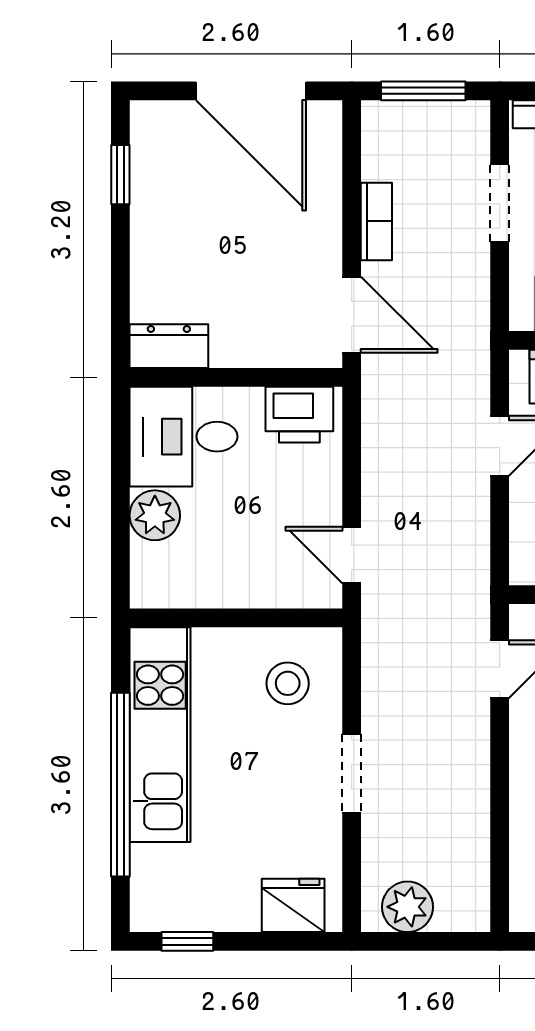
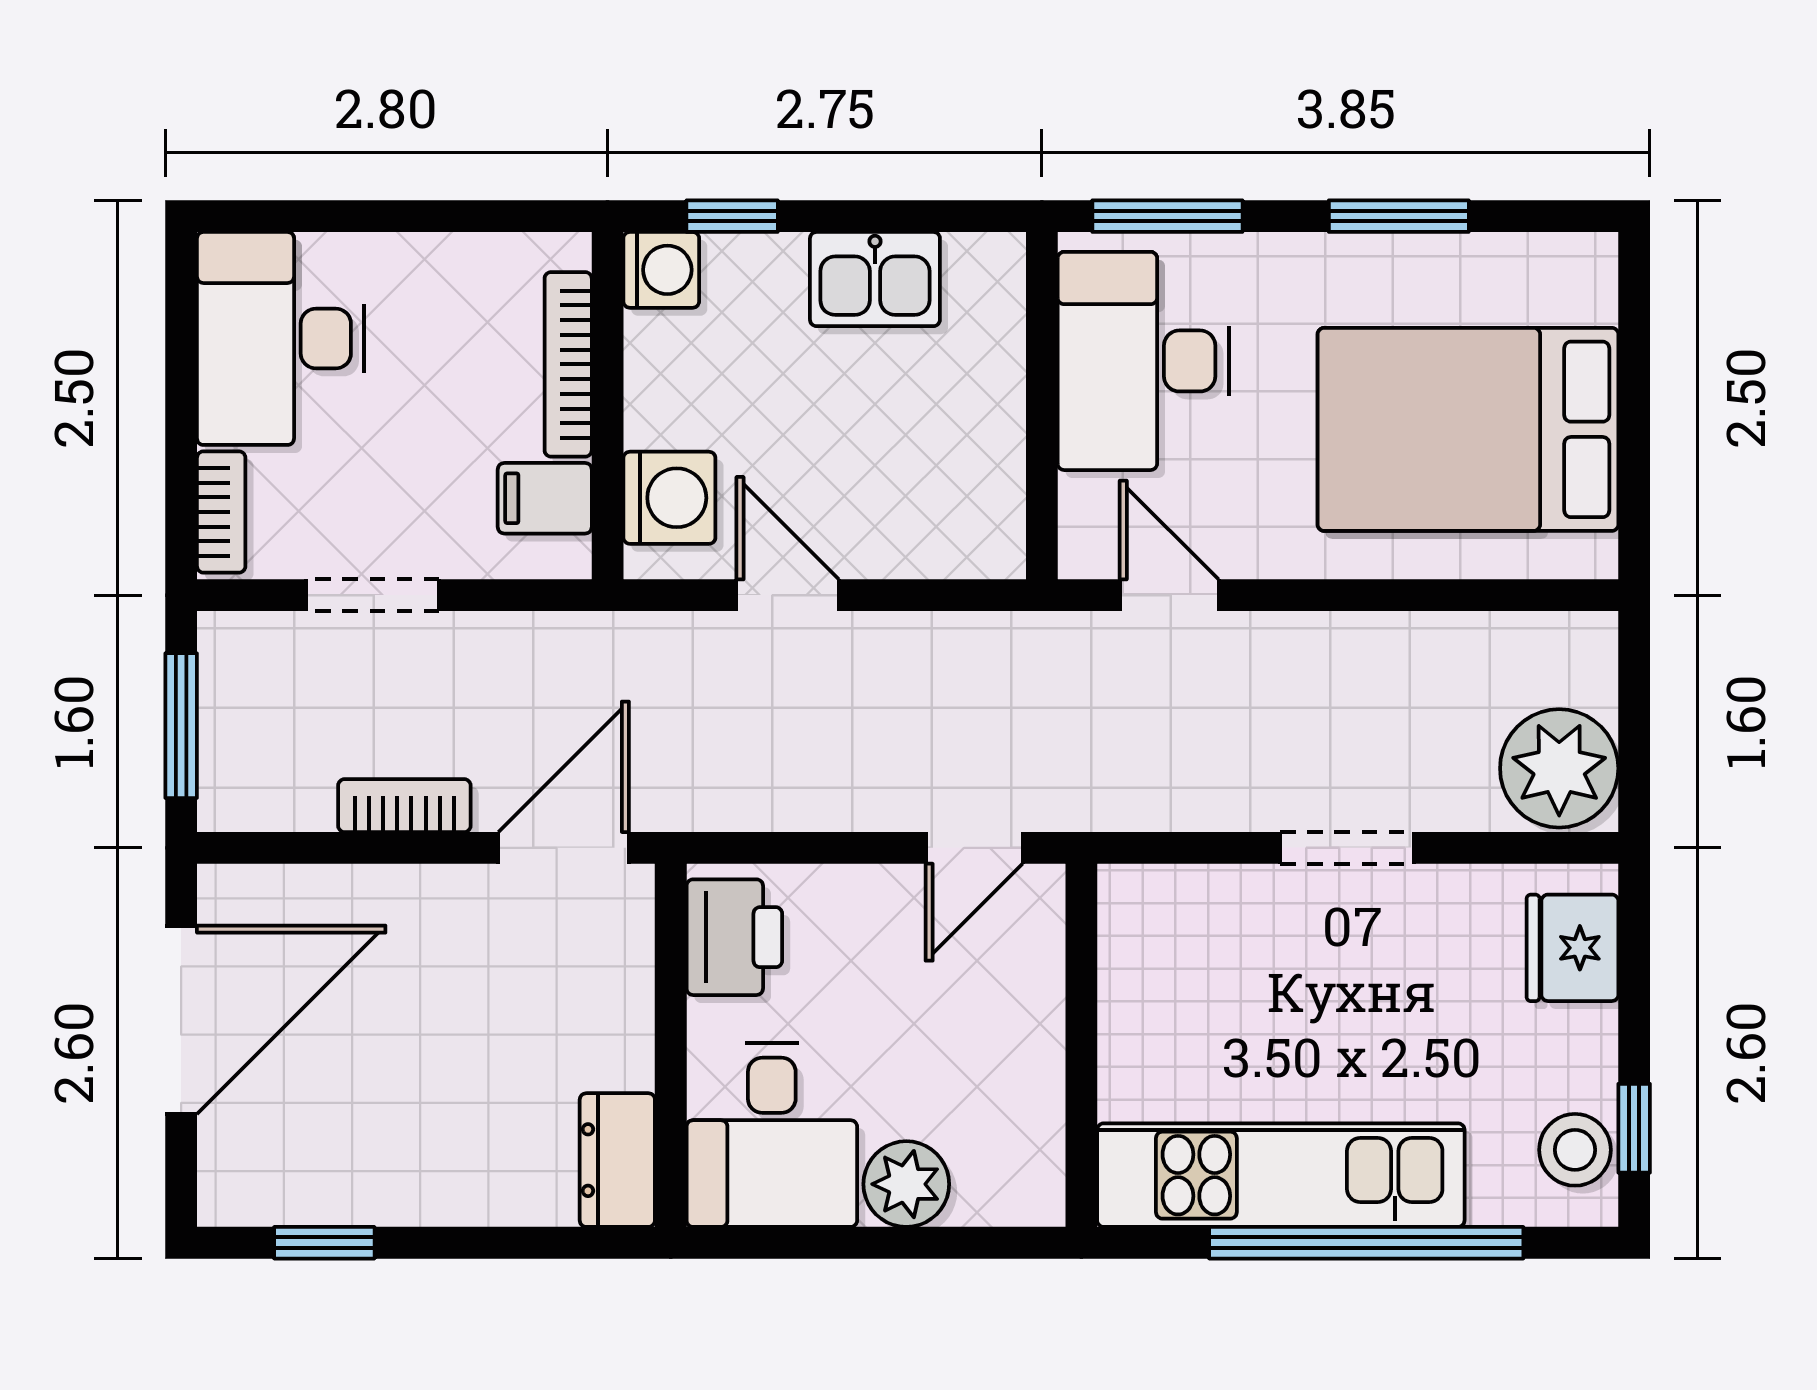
stool: (288, 683) -> (1575, 1150), moved
plant: (407, 907) -> (1559, 768), width x1.36, depth x1.36

